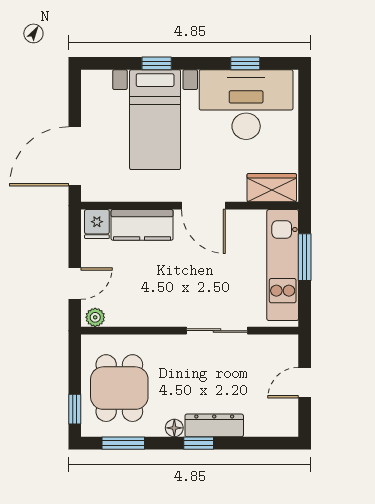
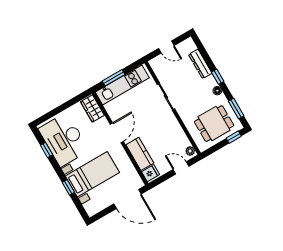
dresser: (214, 425) -> (200, 64), moved

